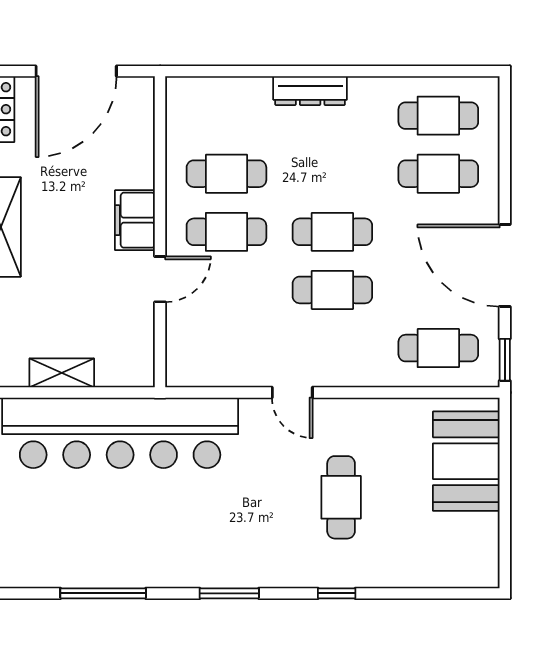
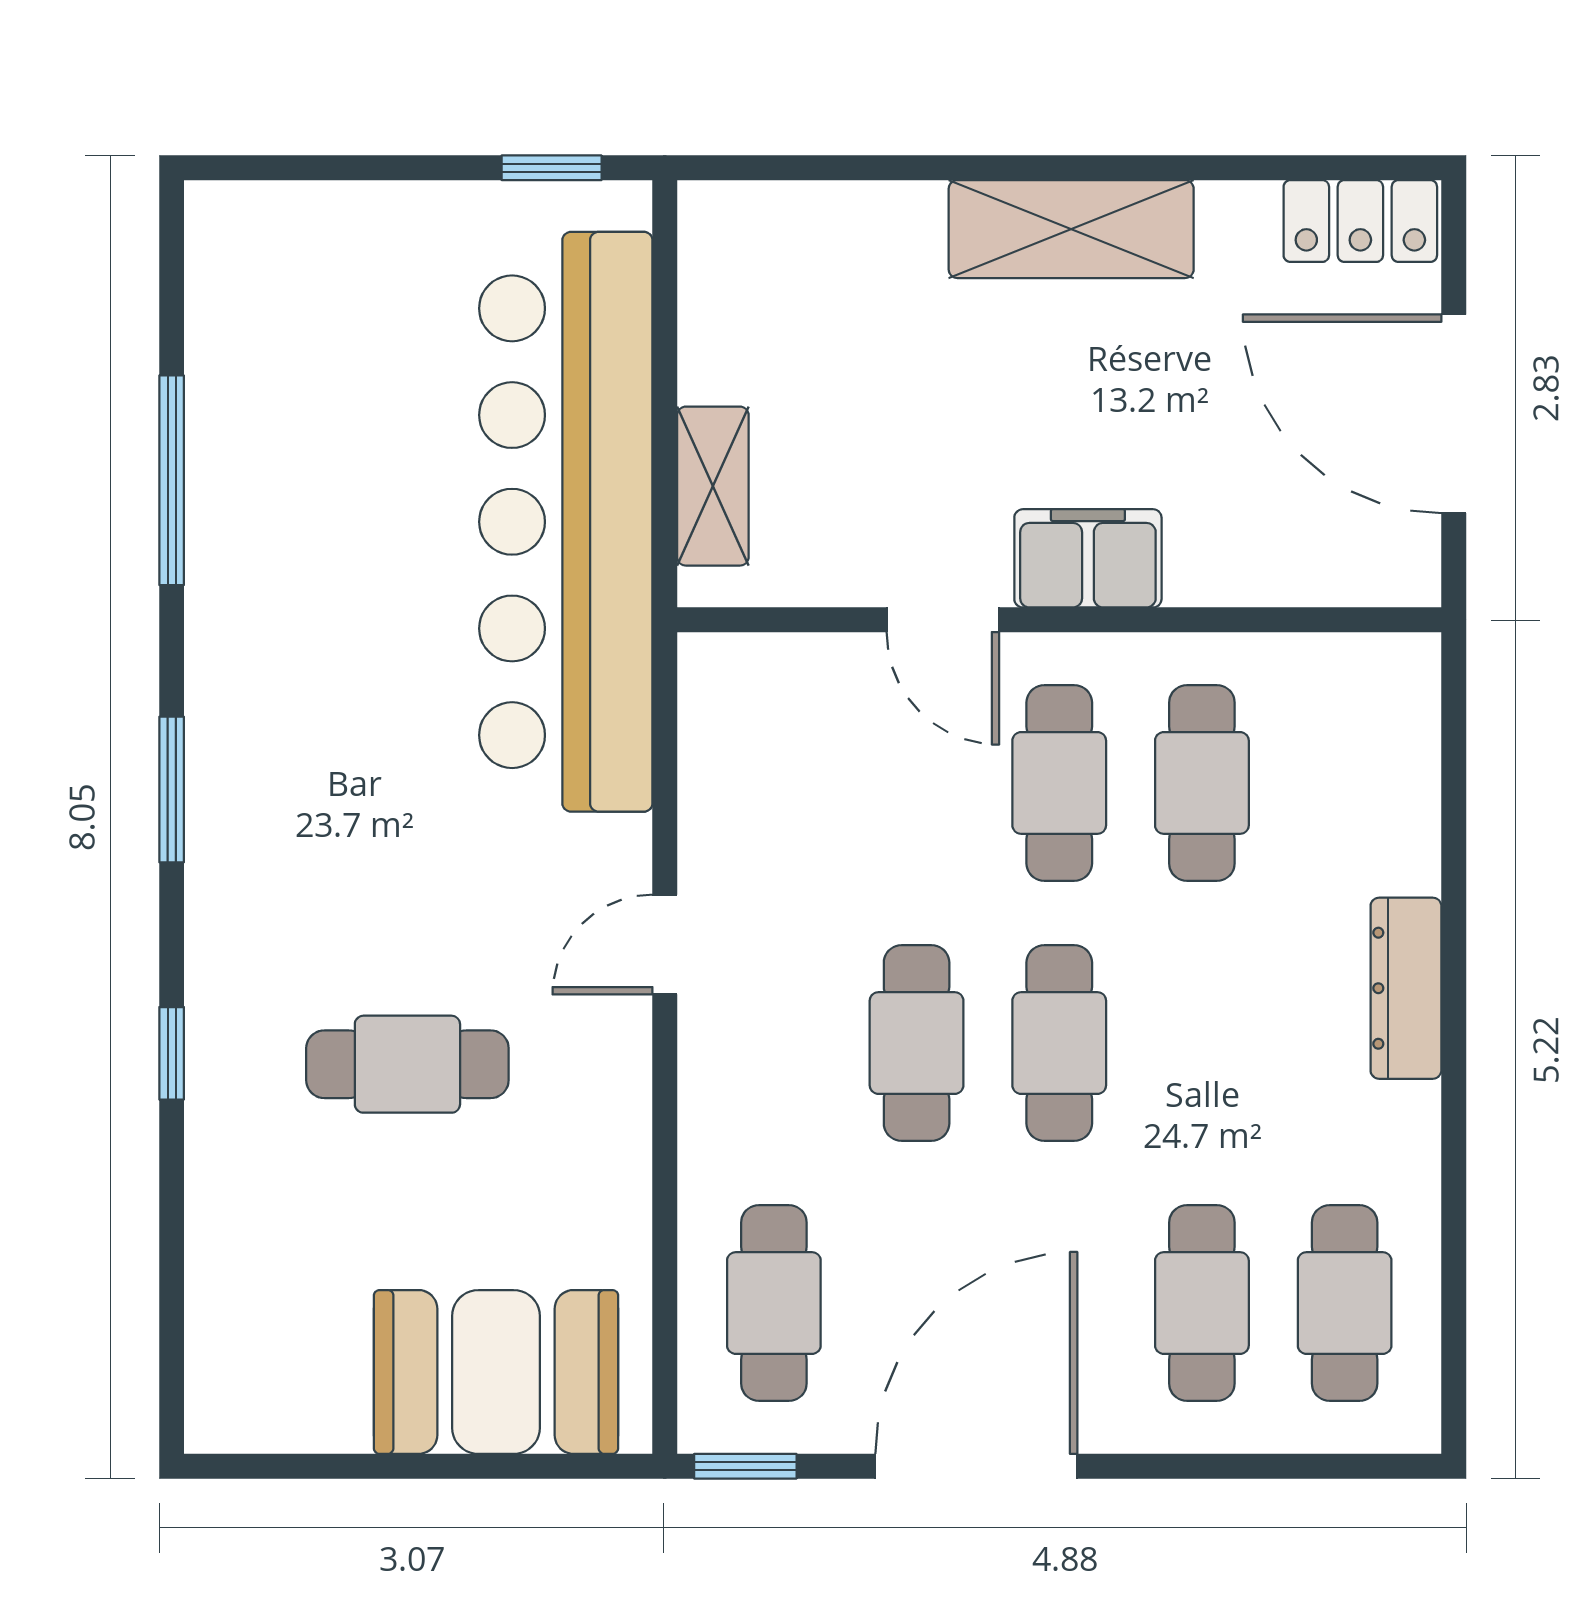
shelving: (62, 373) -> (713, 486), moved

